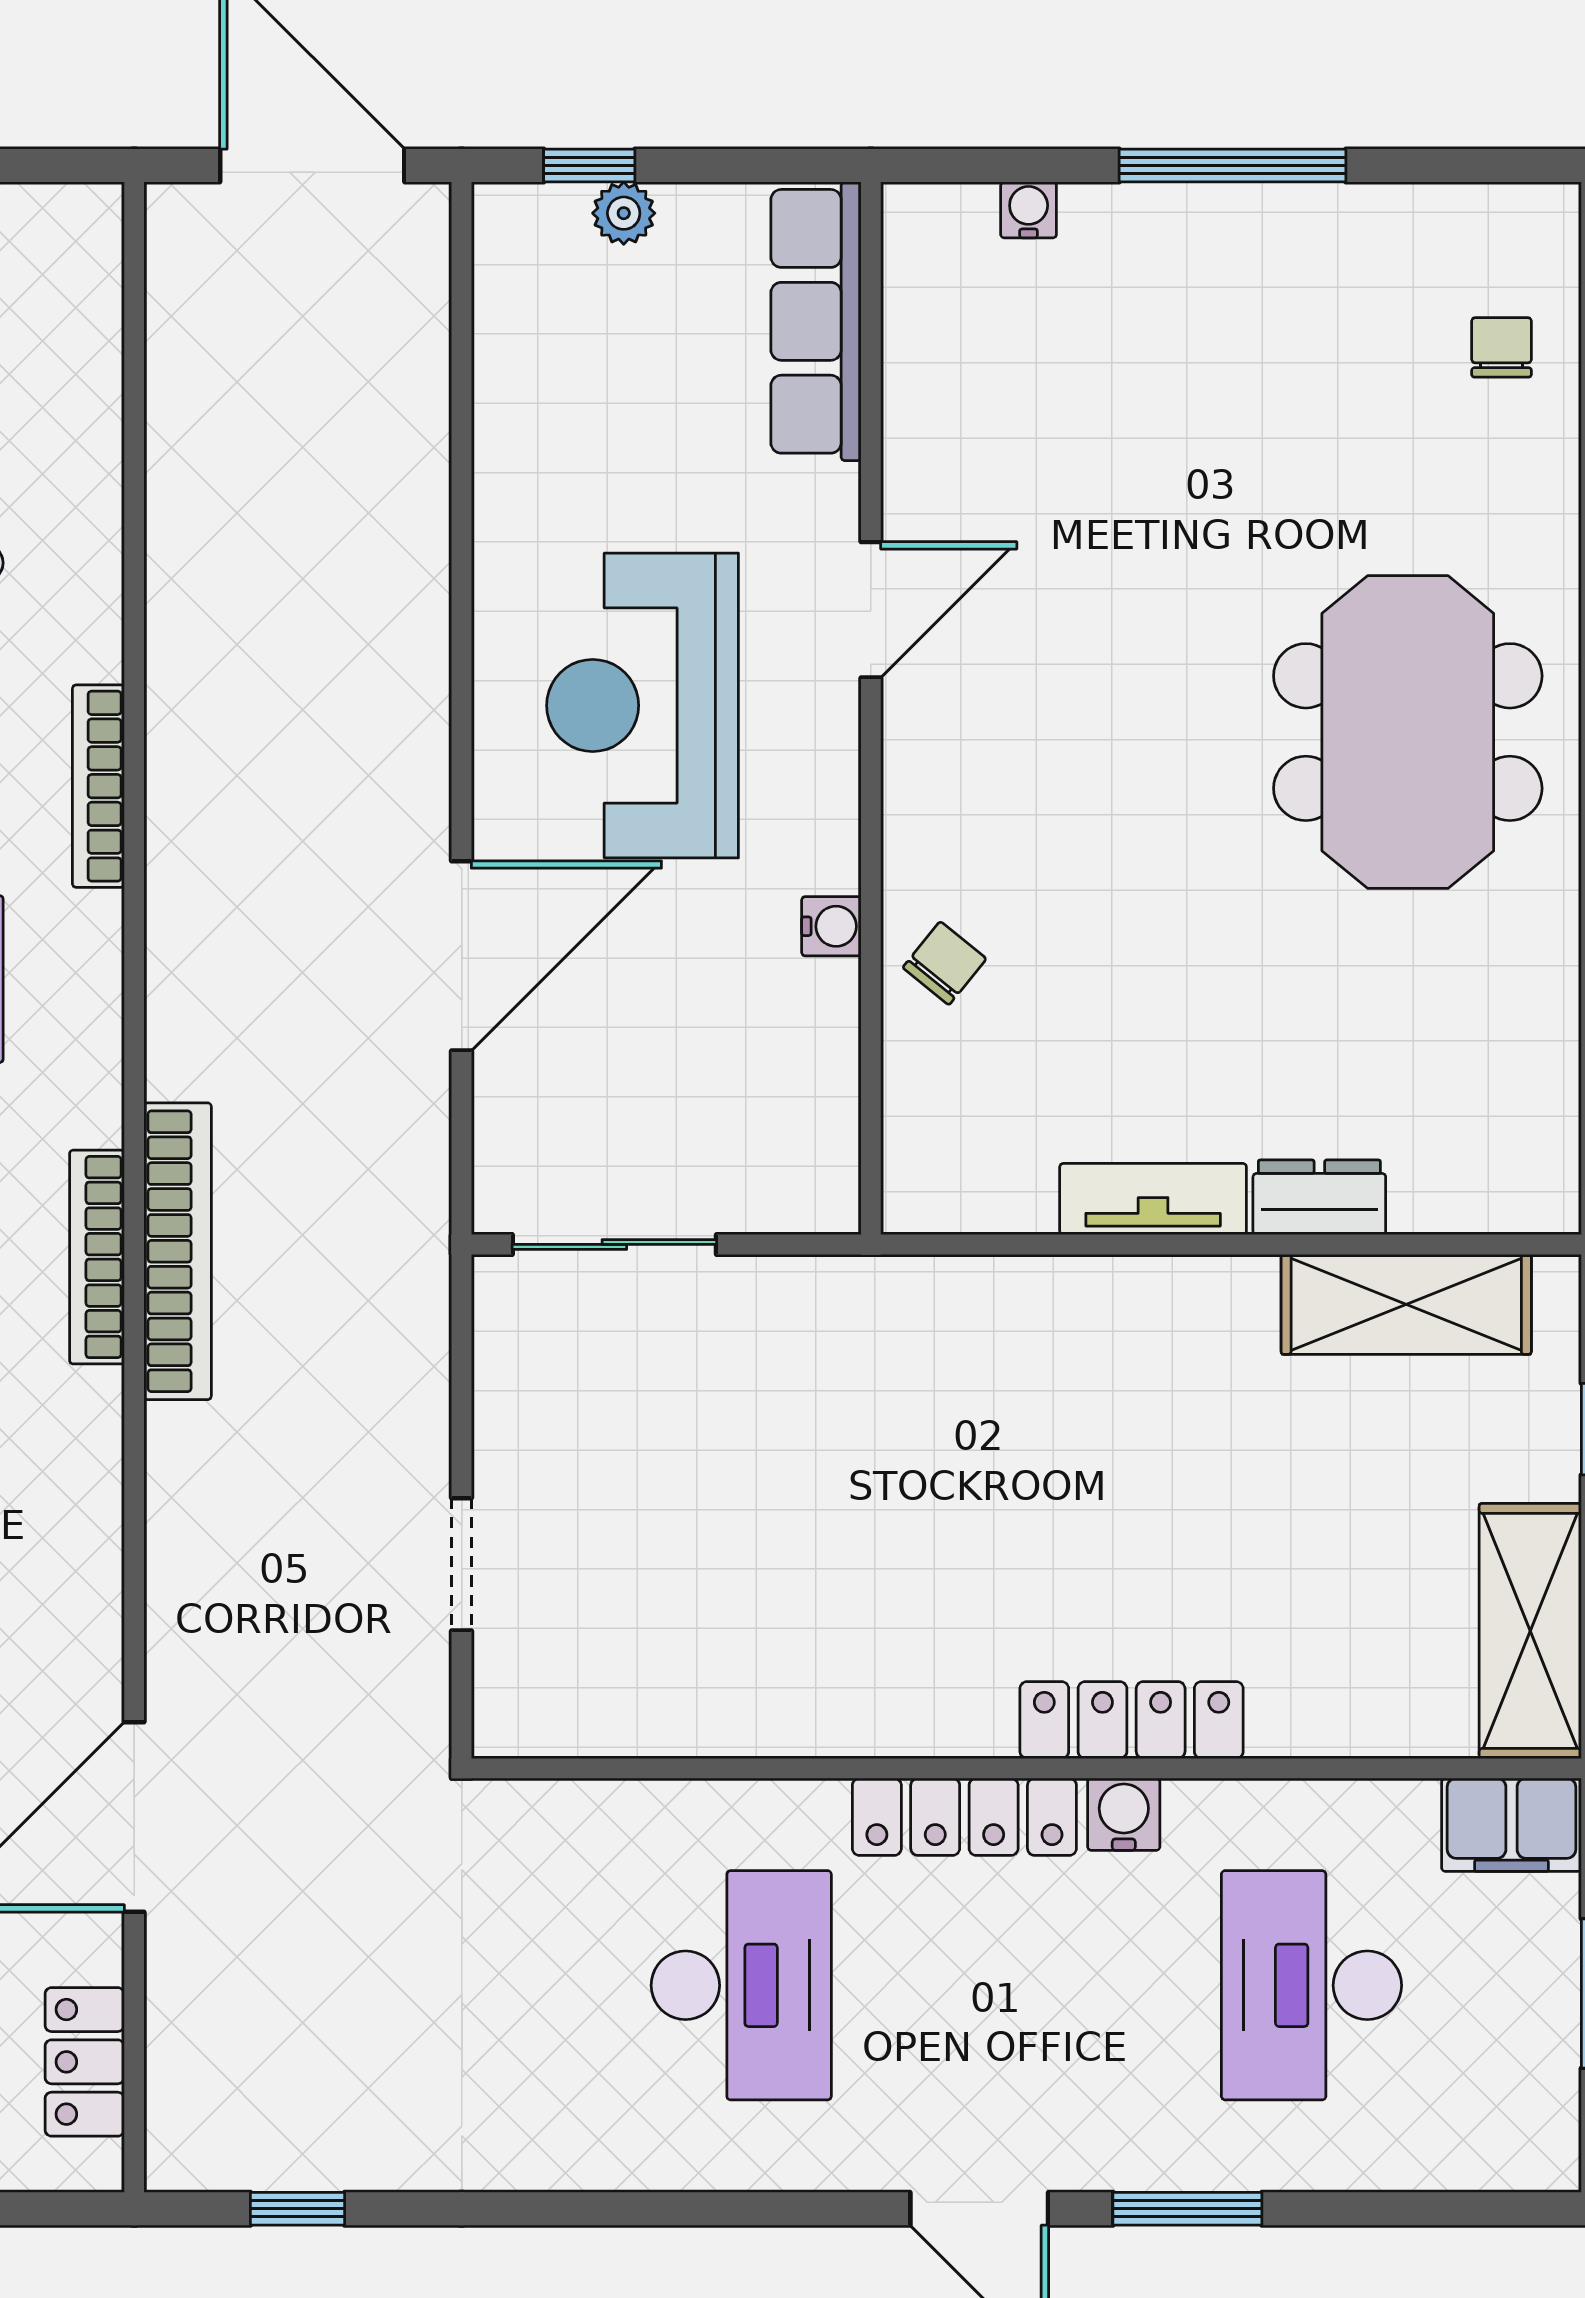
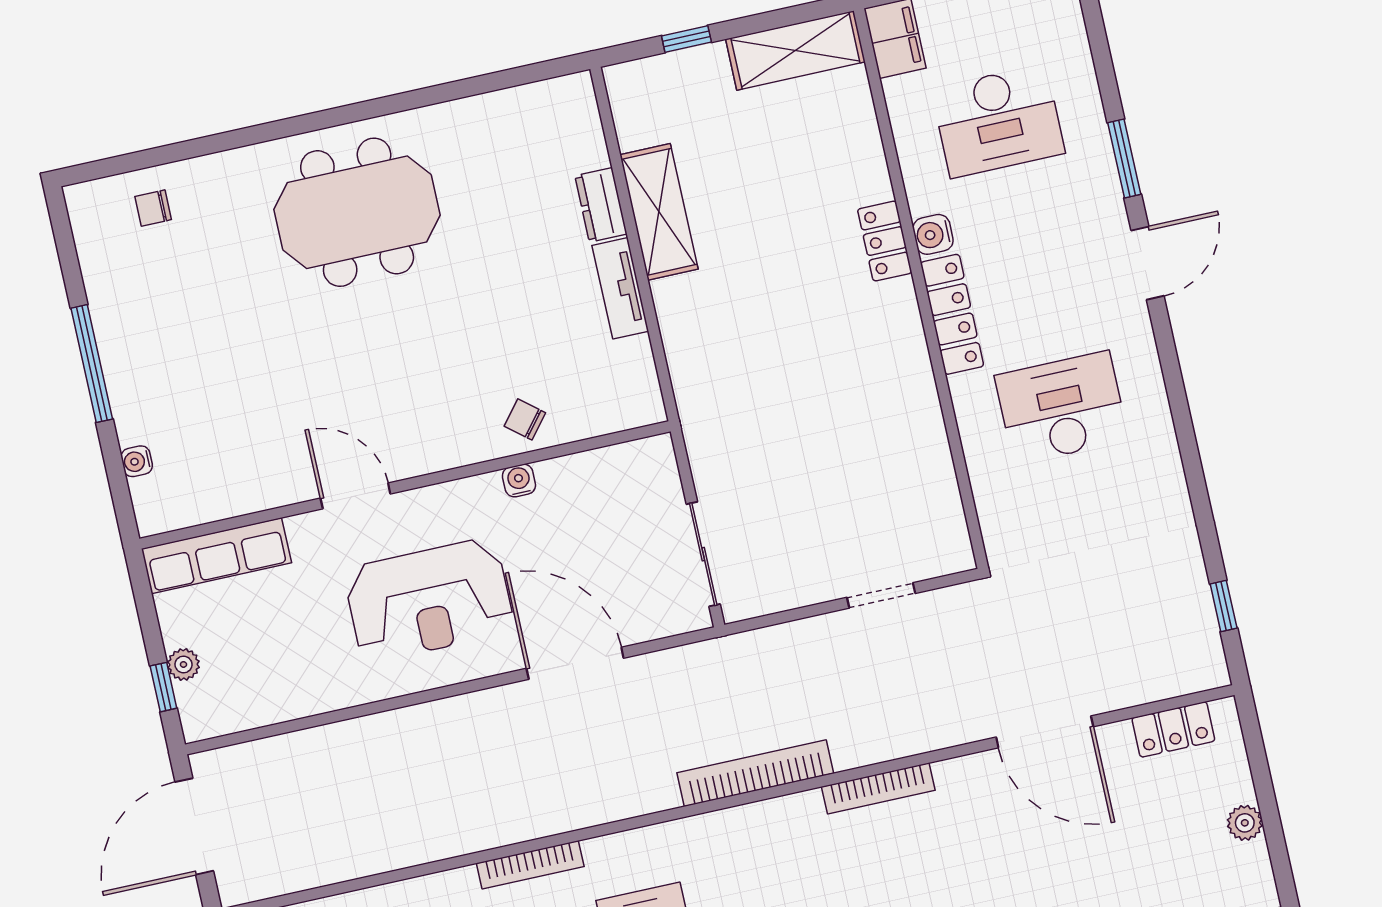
bookcase: (97, 1257) -> (878, 788), moved
shelving: (1406, 1304) -> (659, 212), moved
locker: (1132, 1720) -> (885, 241), width x0.66

